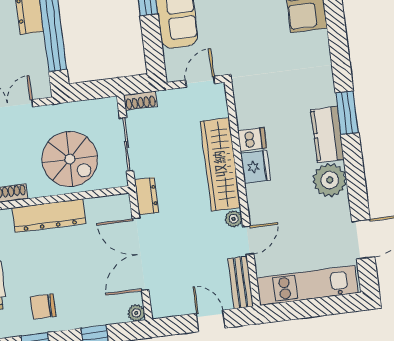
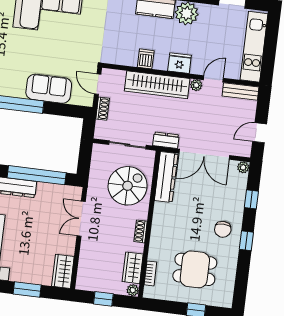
shoe rack: (140, 101) -> (103, 109), moved
fridge: (256, 167) -> (179, 63), moved
dresser: (49, 216) -> (166, 177), moved
door: (248, 240) -> (213, 79), hinge flipped
door: (211, 321) -> (260, 133), moved

